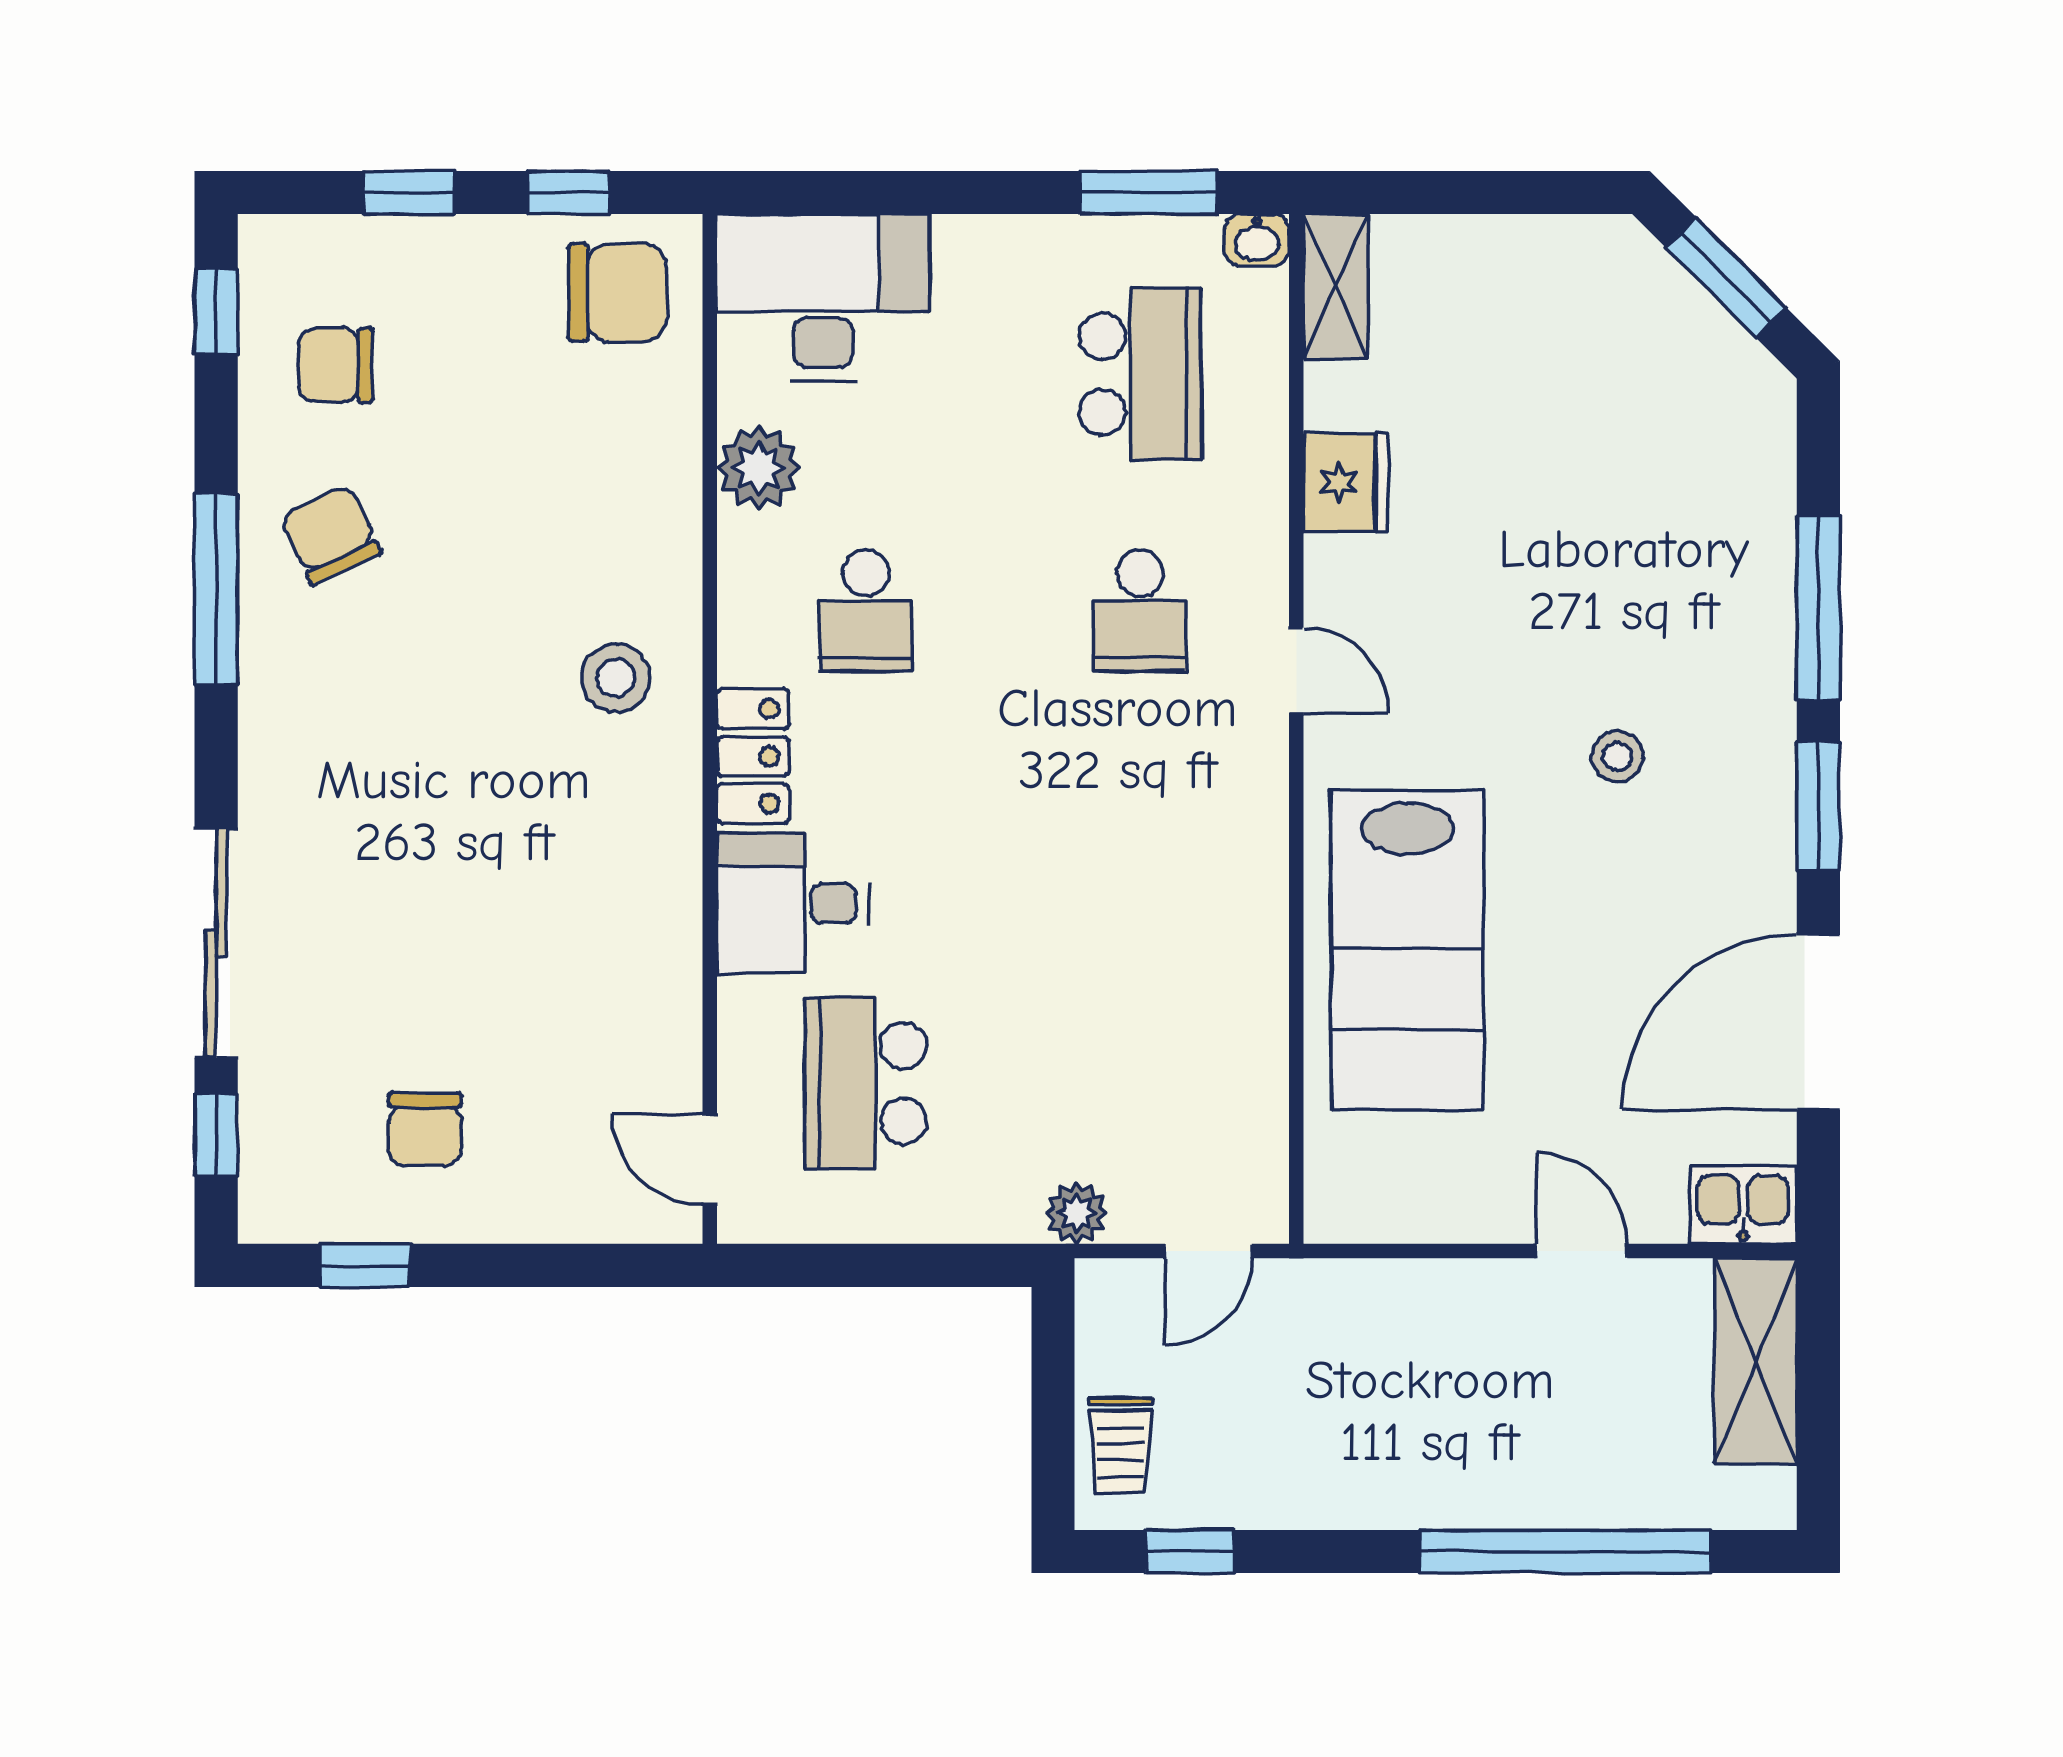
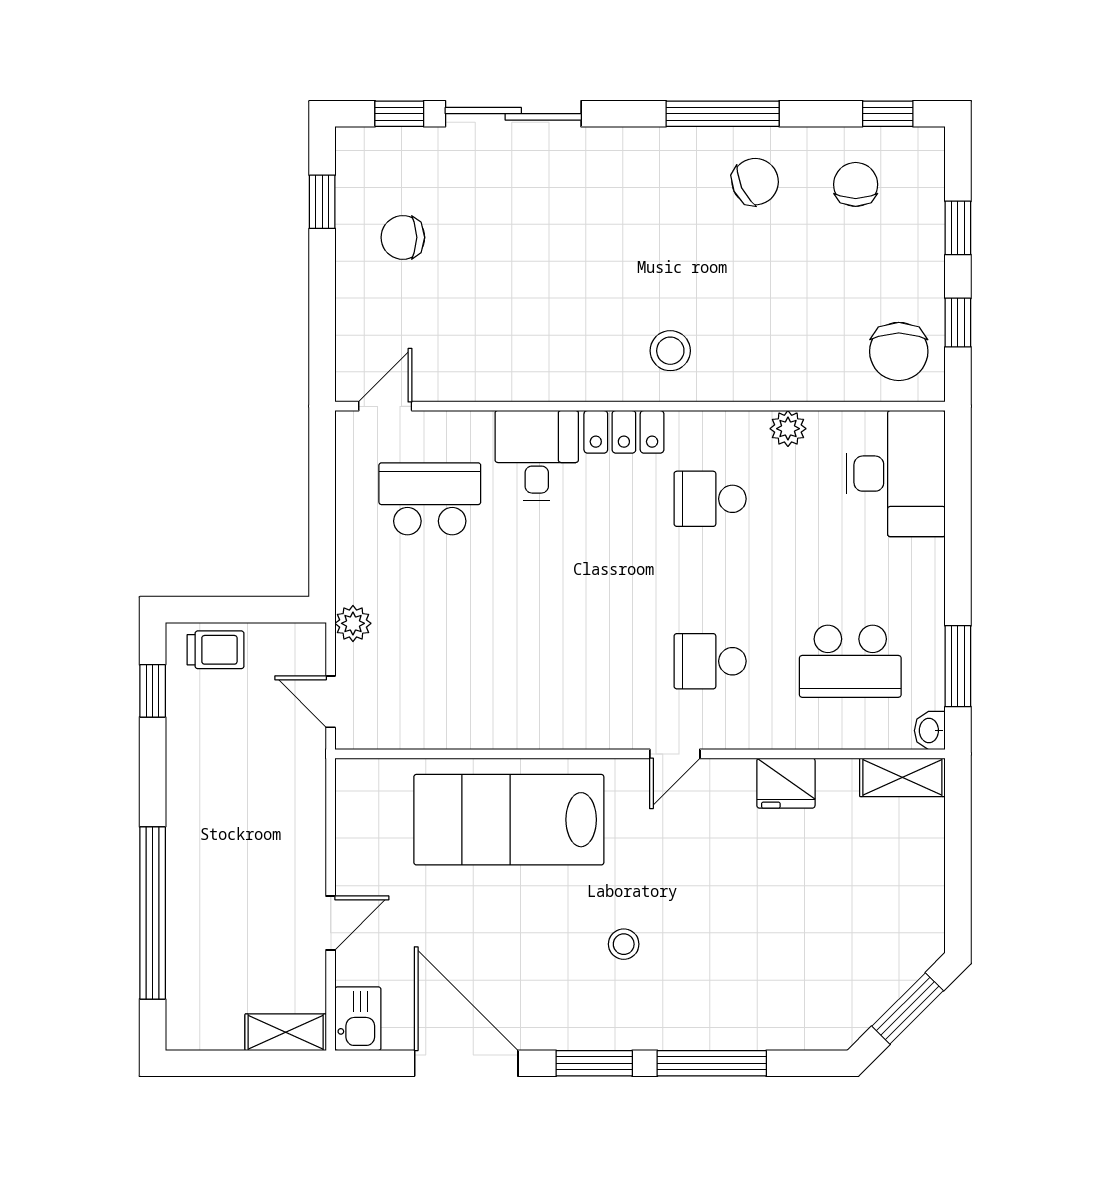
plant: (759, 468) -> (788, 429), width x0.73, depth x0.73
shelving: (1756, 1361) -> (286, 1032), width x0.67, depth x0.75
trolley: (1121, 1445) -> (216, 650), turned 180

